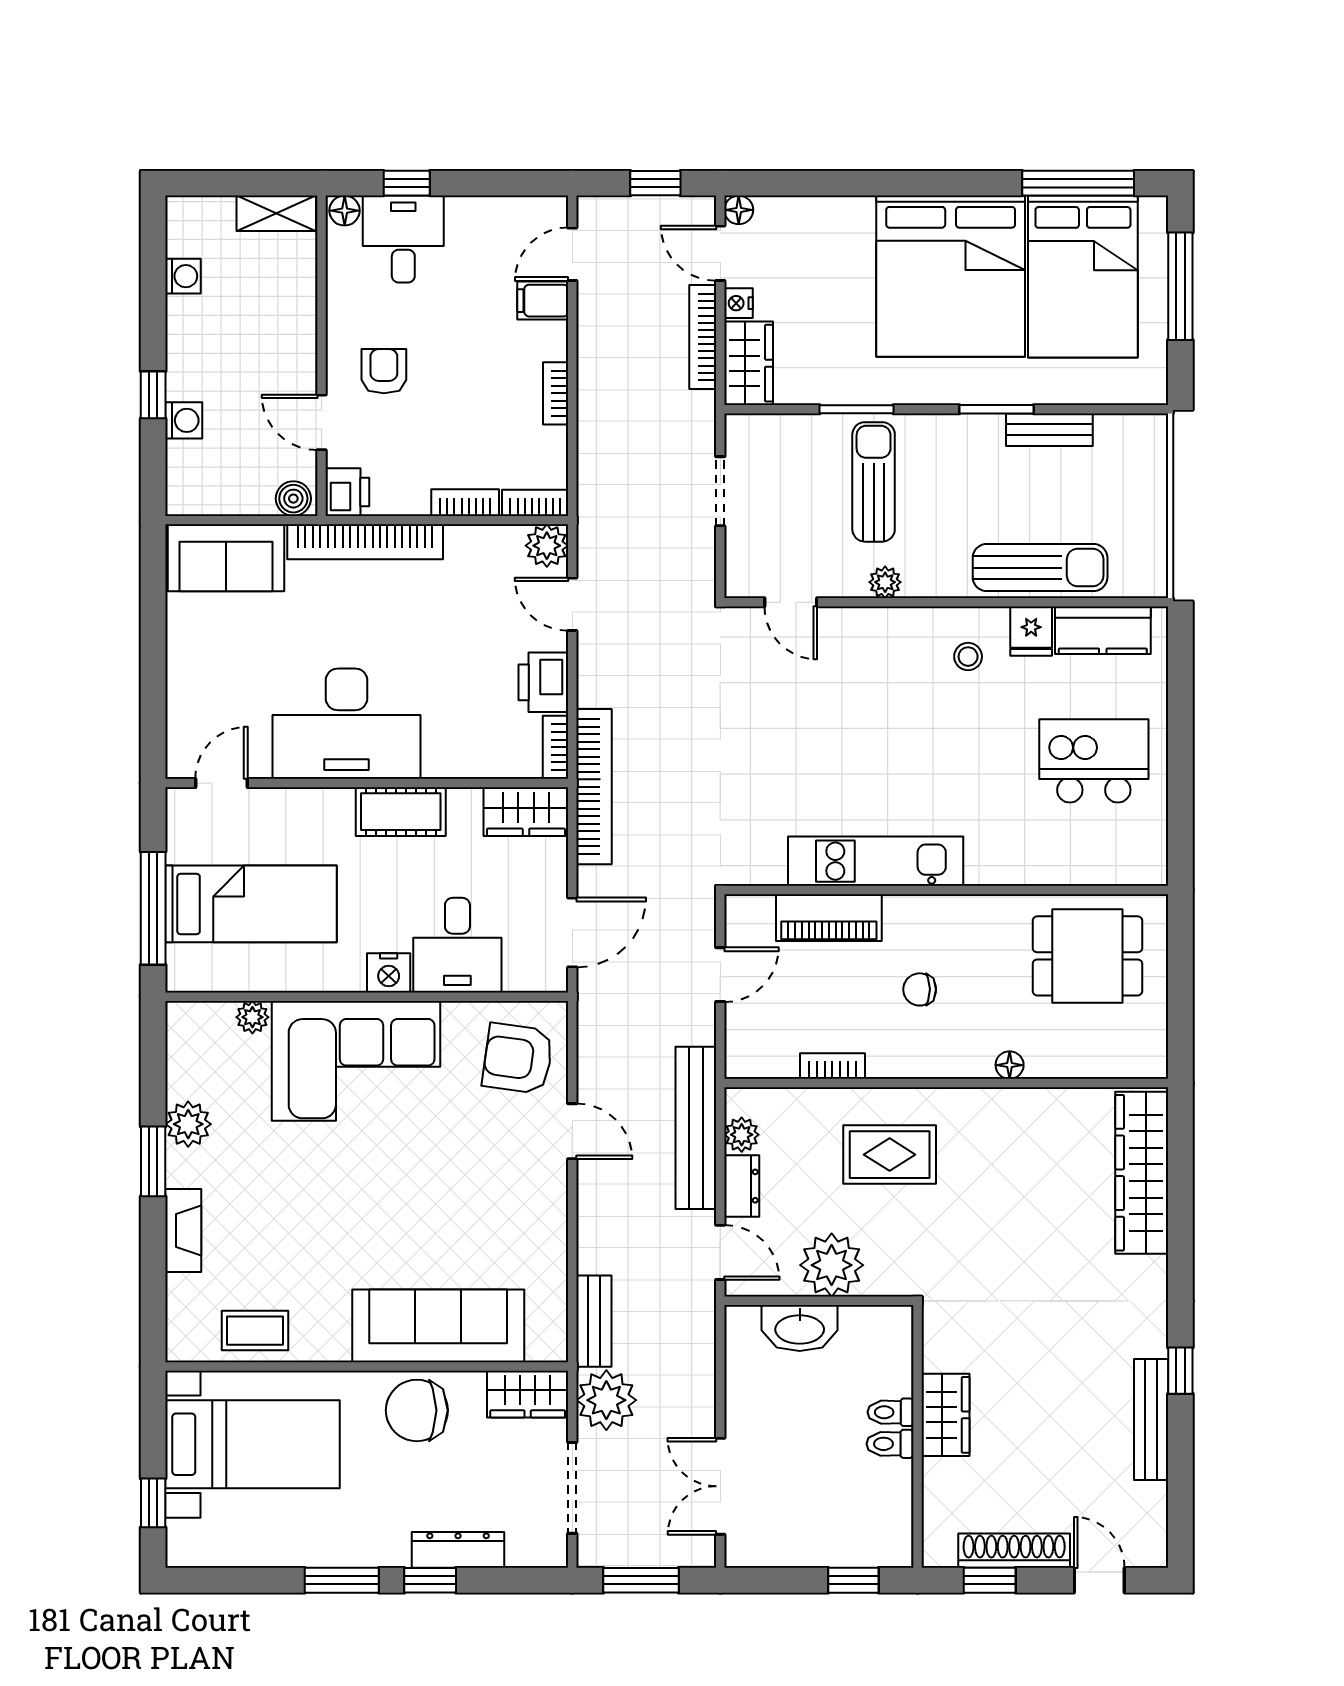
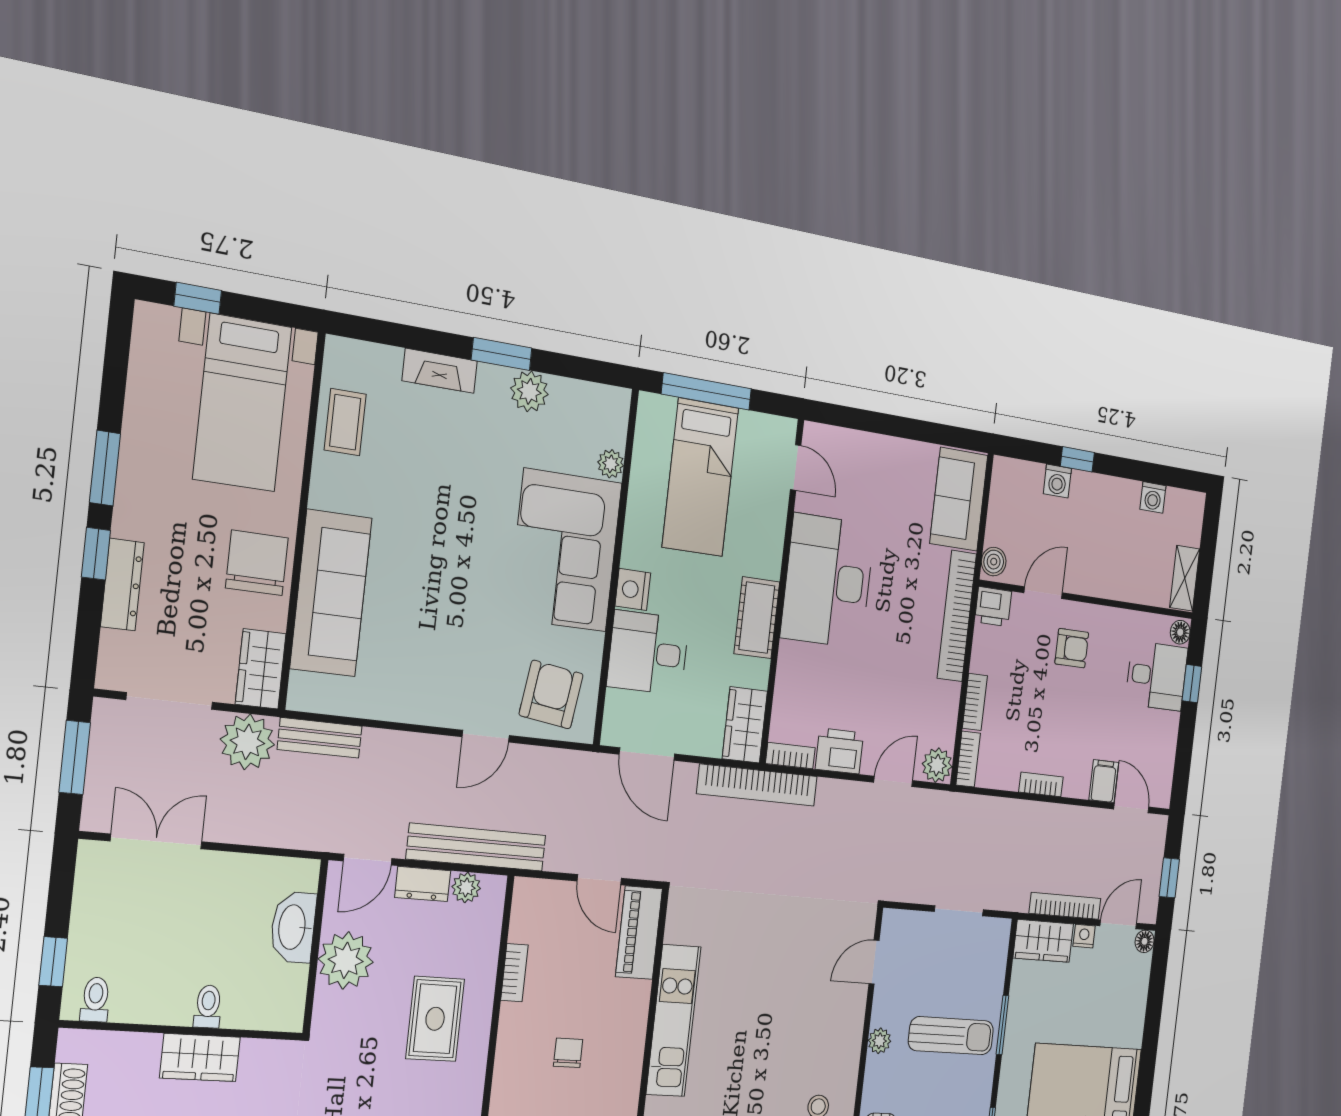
piano: (829, 918) -> (639, 933), moved
toilet: (890, 1444) -> (95, 999), moved

